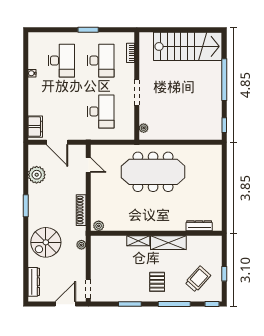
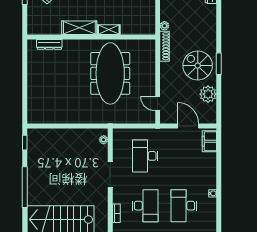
desk: (101, 61) -> (145, 206), turned 180
meeting table: (153, 172) -> (110, 73), moved, turned 90
shoe rack: (81, 210) -> (165, 46), moved
plant: (99, 226) -> (148, 44), removed
spiral stairs: (46, 242) -> (198, 66), moved, turned -90

